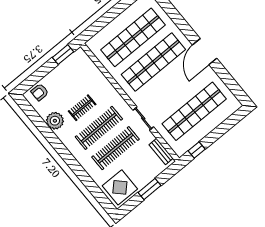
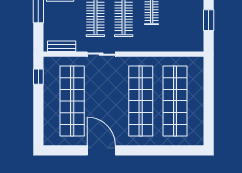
door: (205, 52) -> (101, 150), moved
window: (63, 55) -> (209, 20), moved

